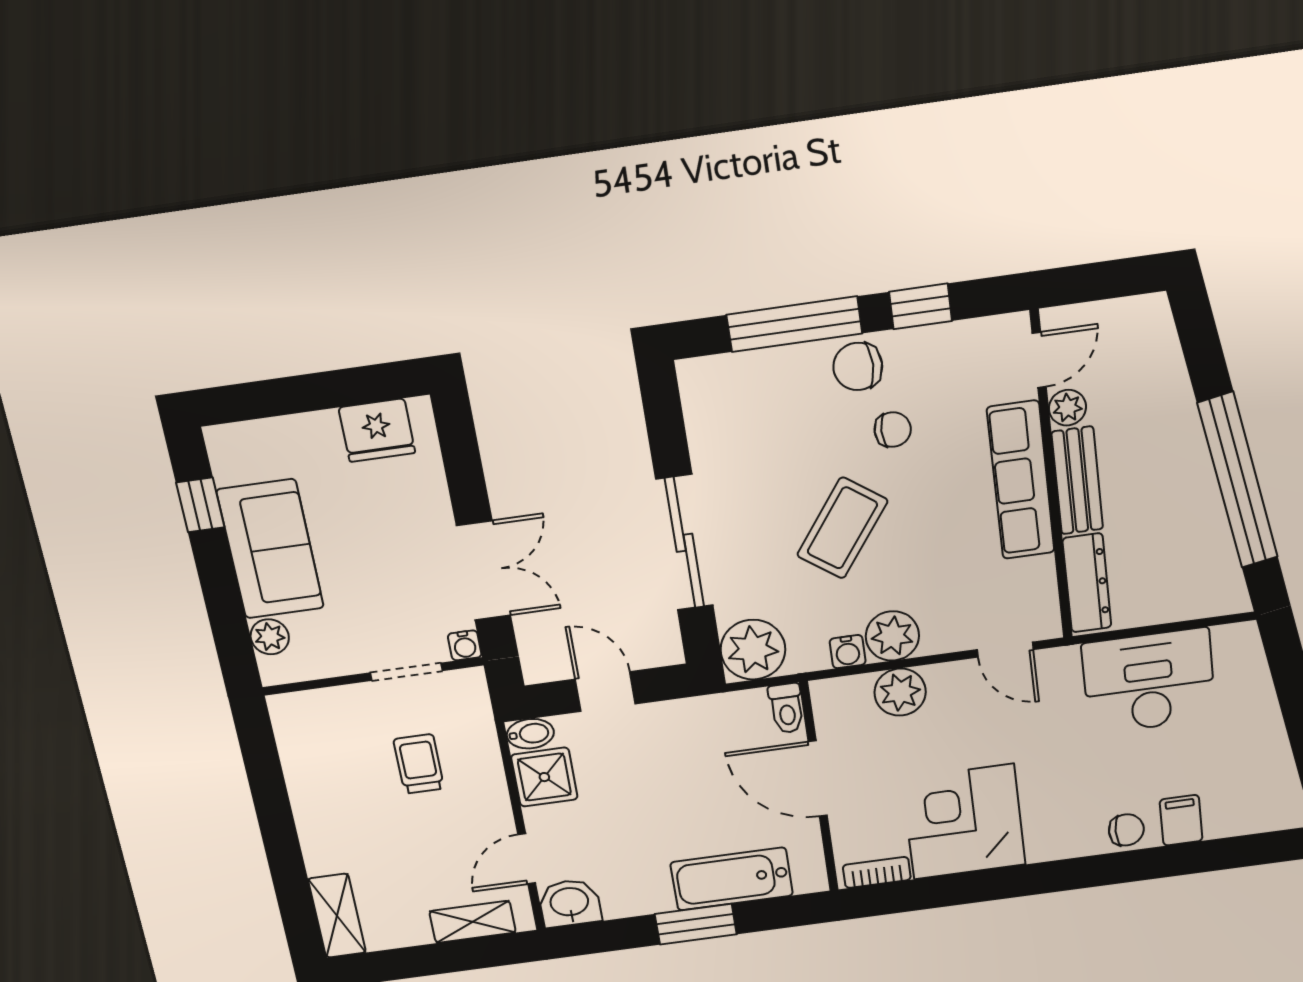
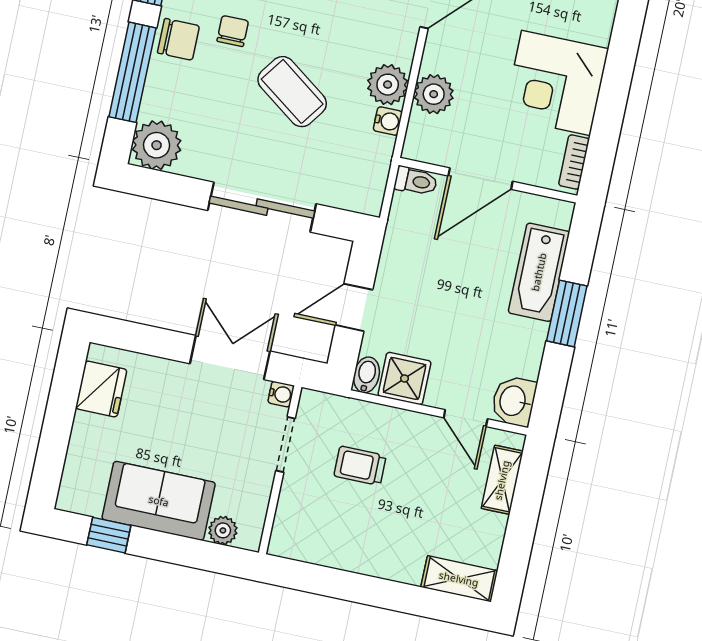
chair: (858, 366) -> (178, 39), turned -90
plant: (753, 650) -> (157, 145), moved

